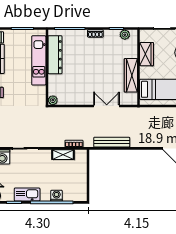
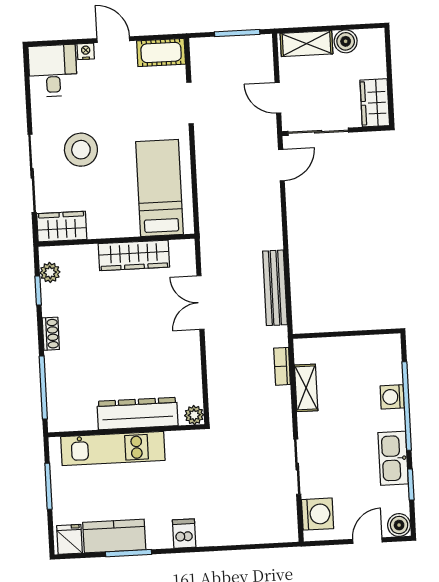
wardrobe: (146, 54) -> (62, 227), moved
dresser: (55, 55) -> (138, 413), moved

